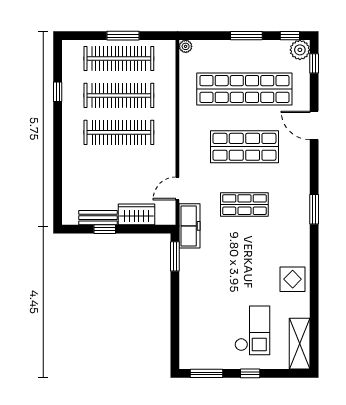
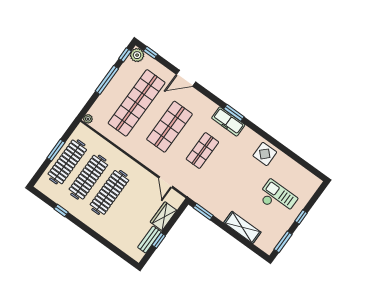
window: (246, 36) -> (107, 80), width x1.44
freezer: (189, 226) -> (228, 121), moved, turned 180
shelving: (300, 344) -> (242, 227), moved

